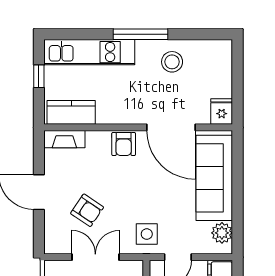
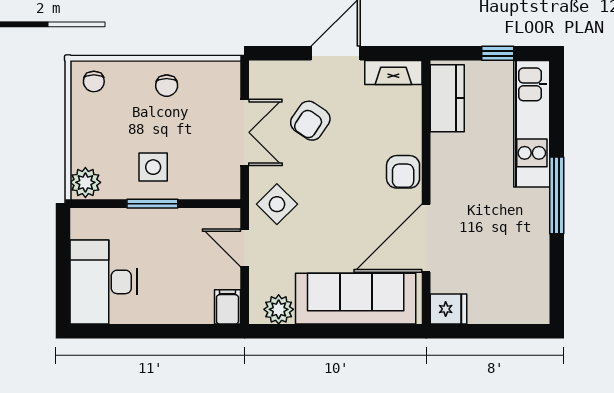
stool: (172, 62) -> (518, 240), removed
fireplace: (64, 139) -> (393, 73), moved, turned -90
armchair: (124, 144) -> (403, 172), turned -90
side table: (147, 234) -> (277, 204), turned 45

